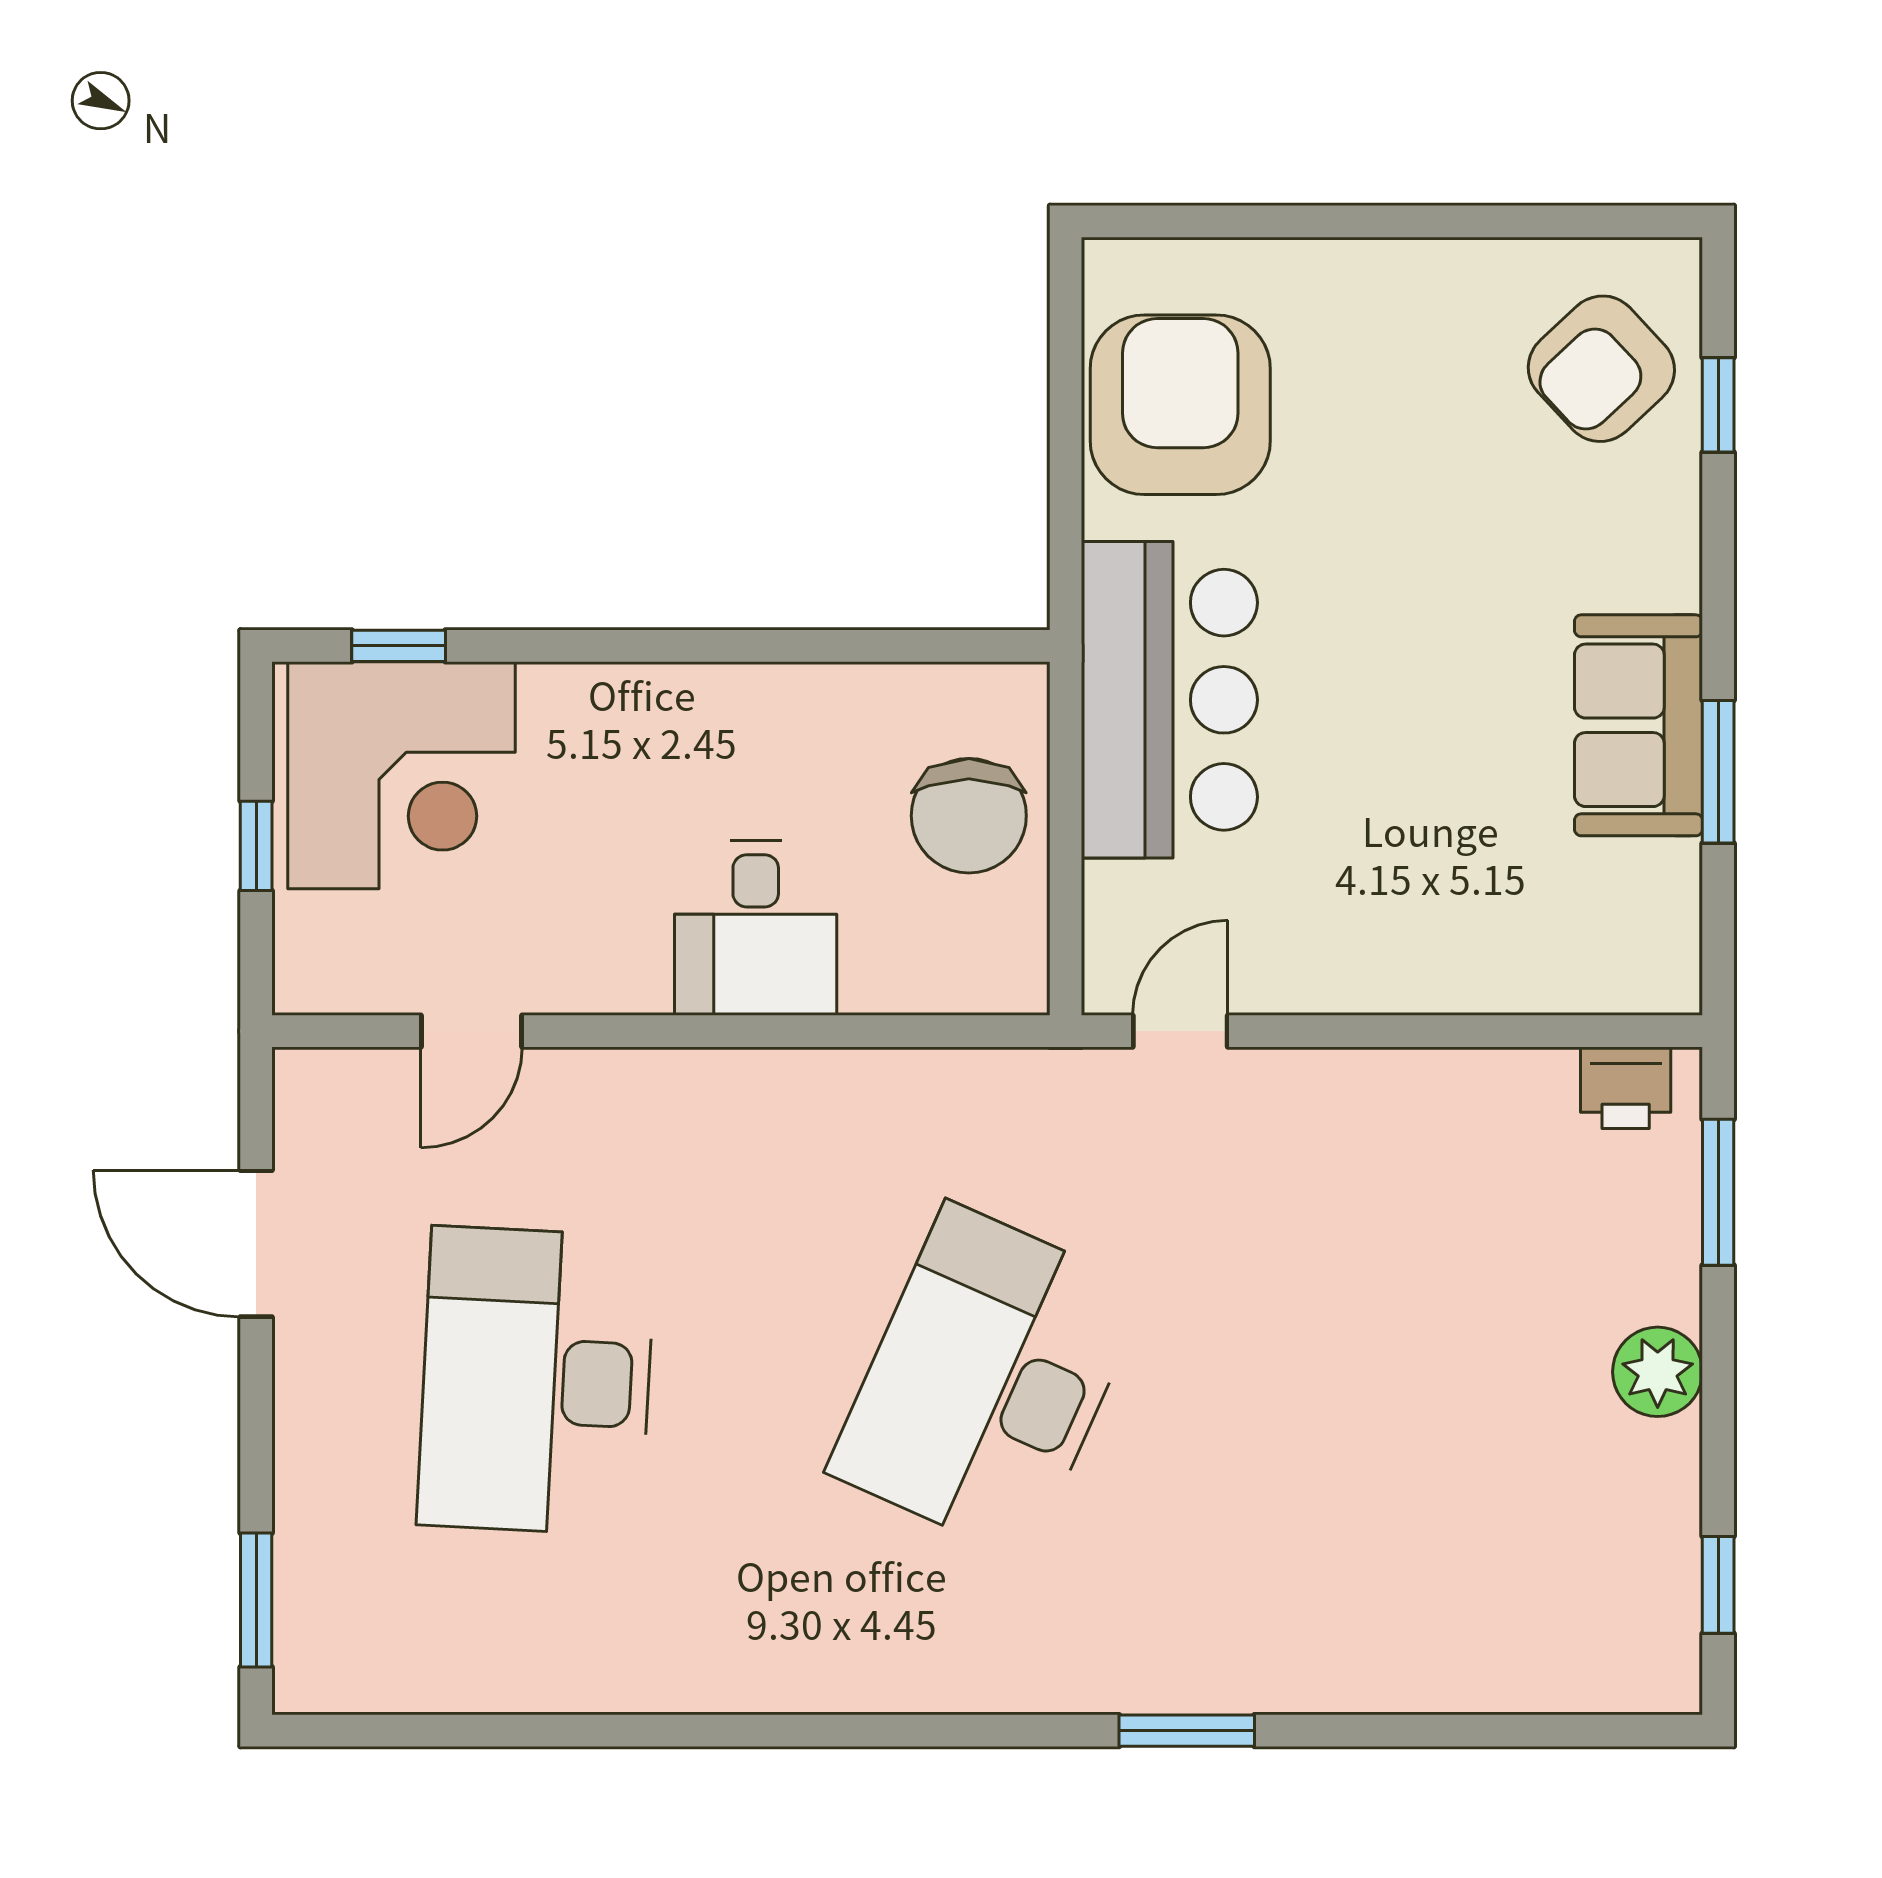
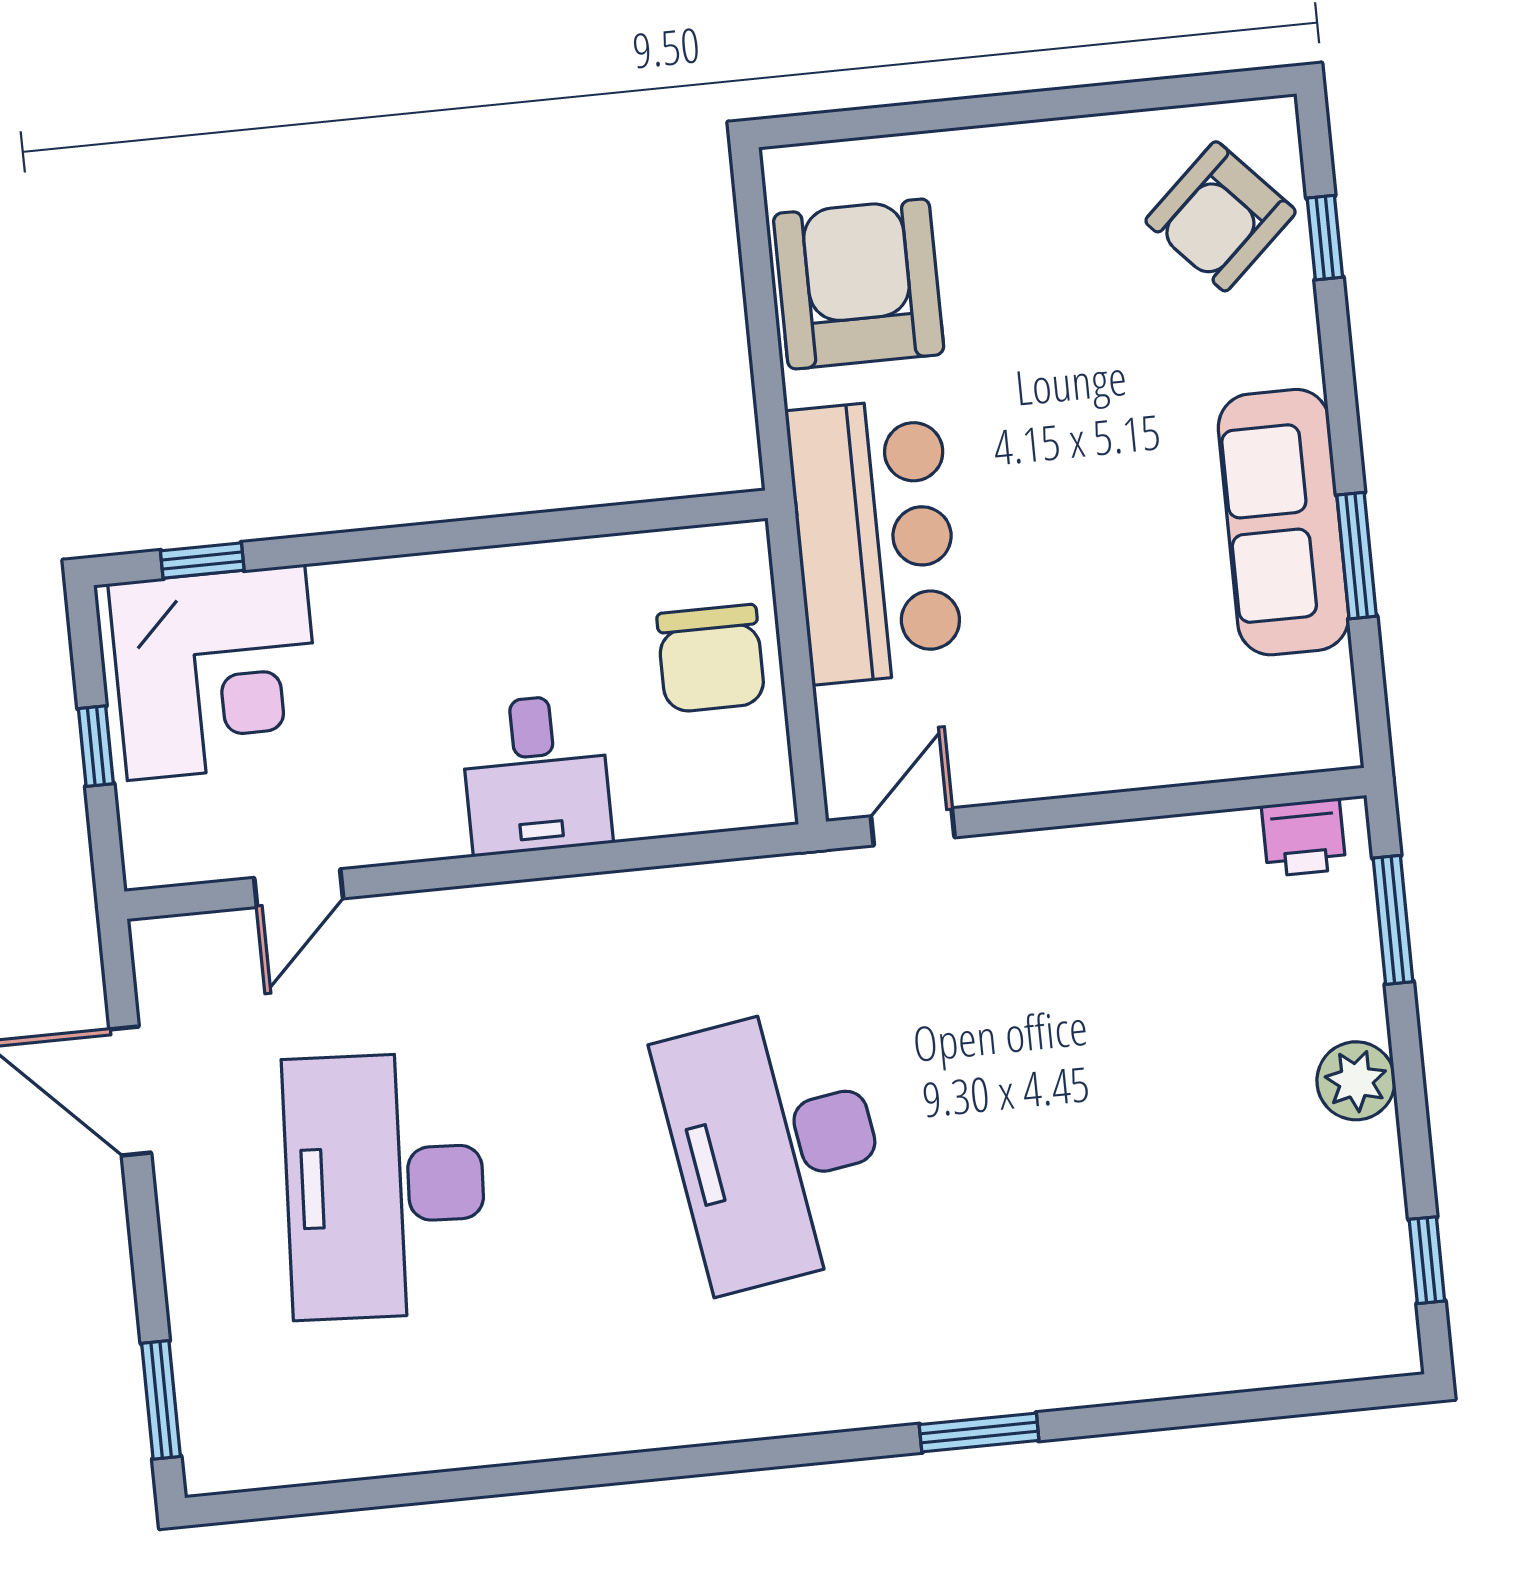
sofa: (1638, 725) -> (1284, 522), width x1.36
desk: (987, 1381) -> (776, 1147), turned -33

